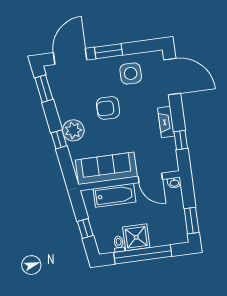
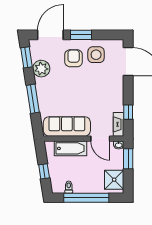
armchair: (108, 108) -> (74, 58), moved, turned 90
fireplace: (166, 122) -> (119, 124), moved
plant: (73, 130) -> (41, 69), moved
window: (59, 139) -> (33, 99), width x2.17
window: (192, 220) -> (128, 159), moved
shower: (136, 237) -> (114, 180), moved

